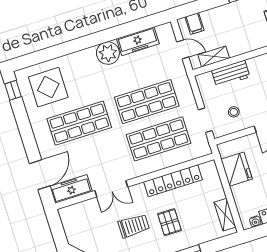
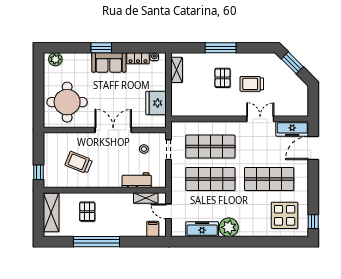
locker: (173, 181) -> (209, 110), removed

